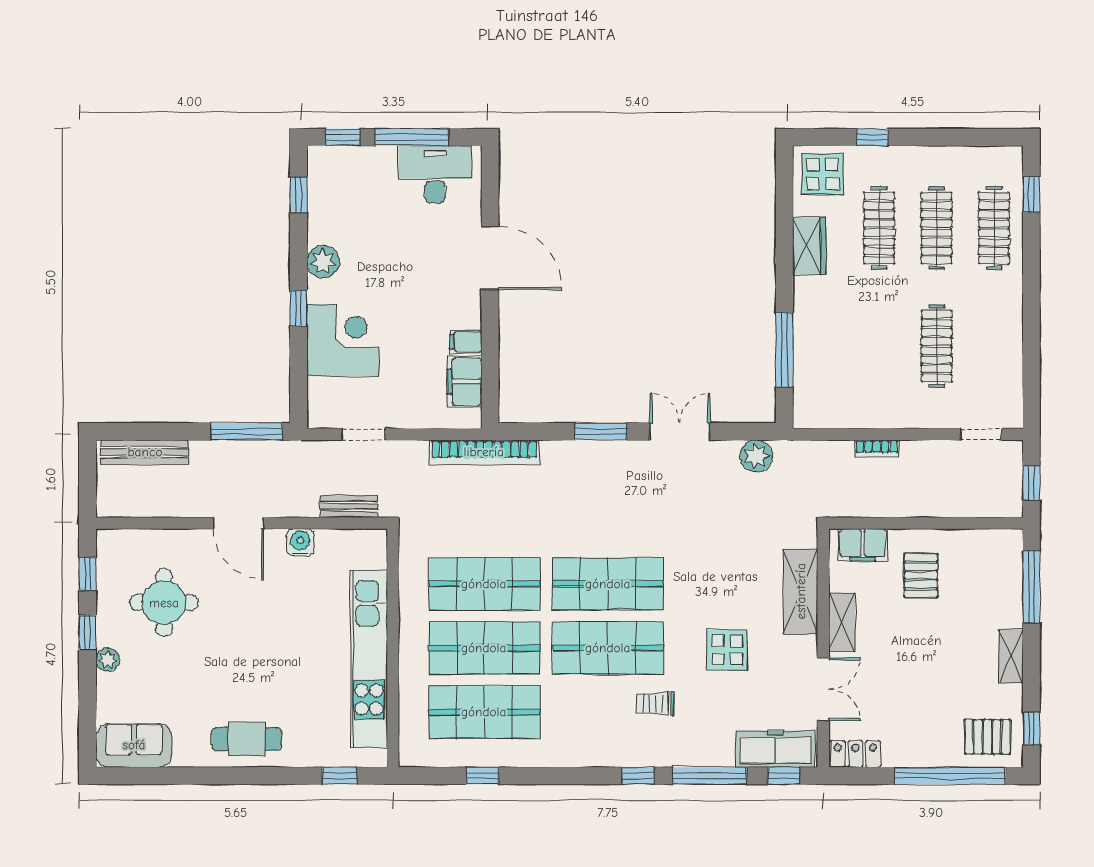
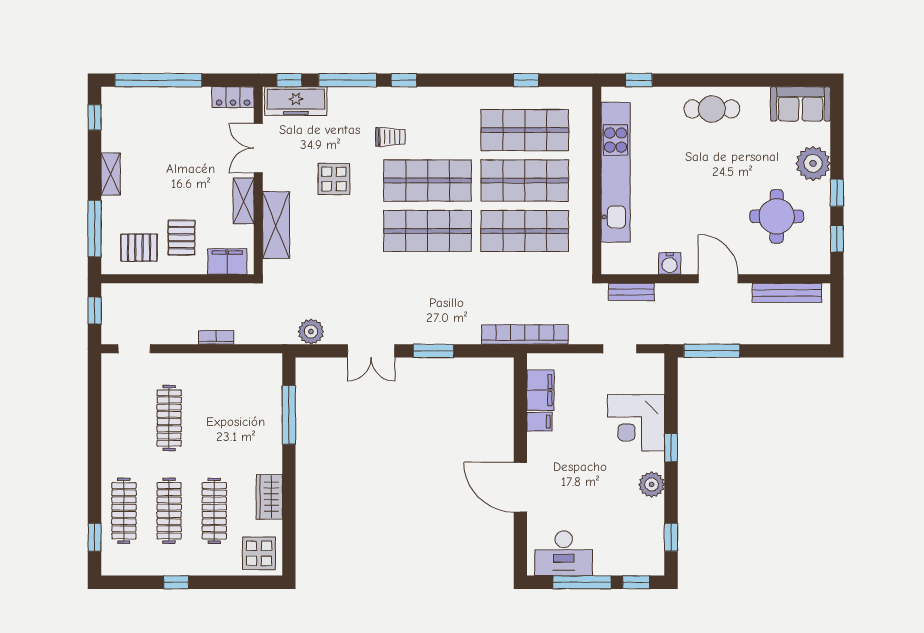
window: (872, 137) -> (176, 582), moved
bench: (145, 452) -> (787, 293), moved
plant: (108, 660) -> (813, 163), width x1.88, depth x1.88
pallet: (987, 737) -> (139, 248), moved

